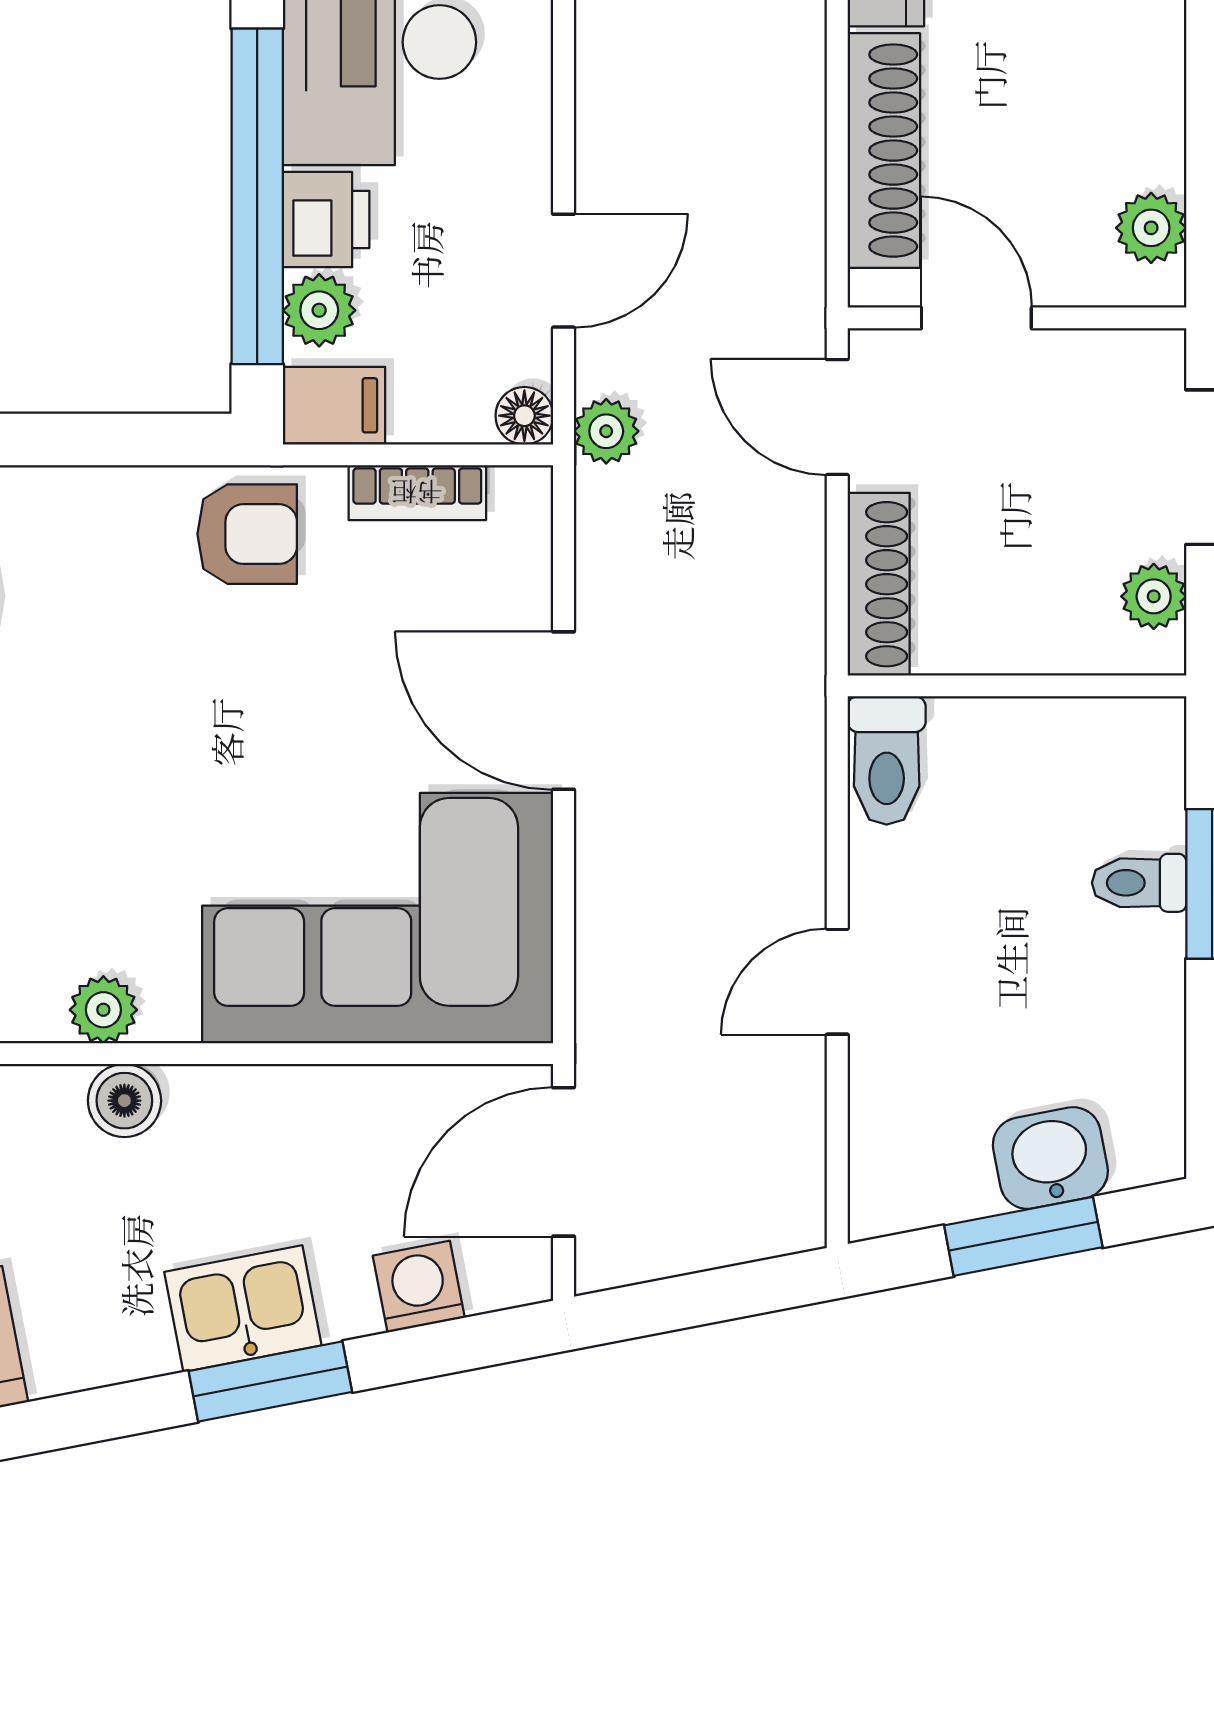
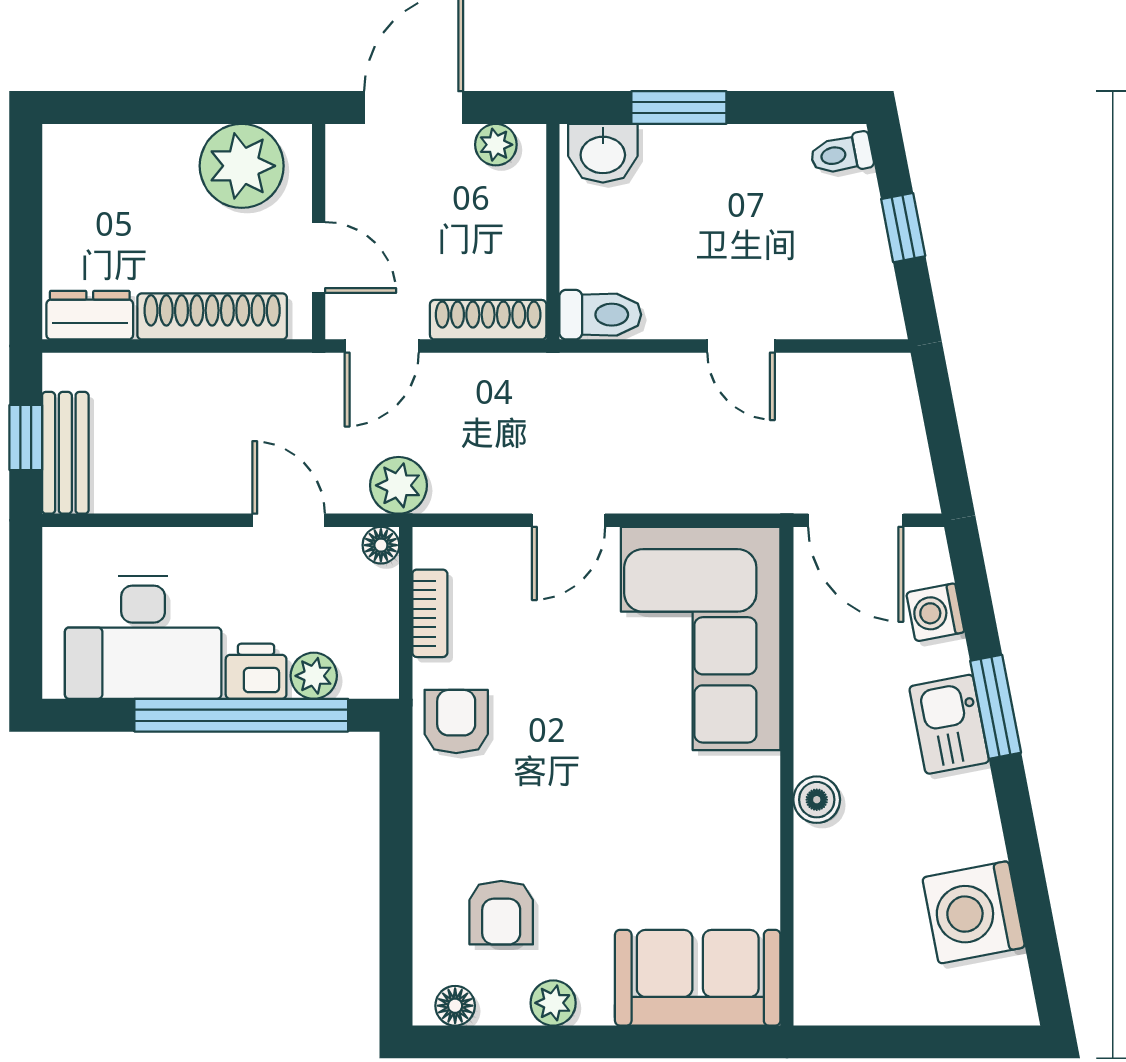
plant: (1151, 228) -> (242, 166), width x1.88, depth x1.88
door: (976, 318) -> (319, 258), swing flipped
filing cabinet: (334, 405) -> (374, 666), removed
plant: (606, 431) -> (399, 485), width x1.38, depth x1.38
door: (563, 711) -> (569, 520), width x0.73
toilet: (1139, 883) -> (842, 154), moved, turned 79
plant: (103, 1010) -> (759, 813), removed
washbasin: (1050, 1158) -> (603, 153), moved, turned -79
window: (1023, 1236) -> (903, 228), width x0.67

